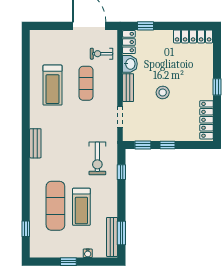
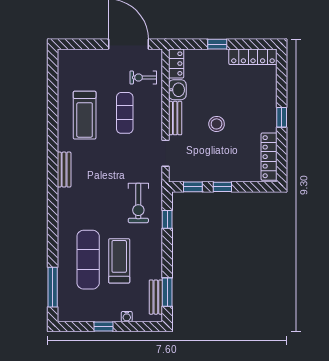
window: (146, 26) -> (217, 44), moved
bench: (35, 143) -> (64, 170), moved
treadmill: (81, 207) -> (119, 261), turned 180
window: (26, 229) -> (53, 287), width x2.17
bench: (112, 237) -> (156, 297), width x0.73

